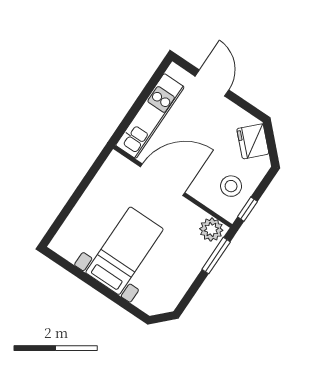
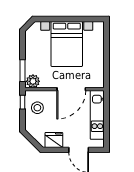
fridge: (253, 141) -> (54, 140), moved, turned -45
bed with nightstands: (124, 251) -> (67, 44), width x1.36

